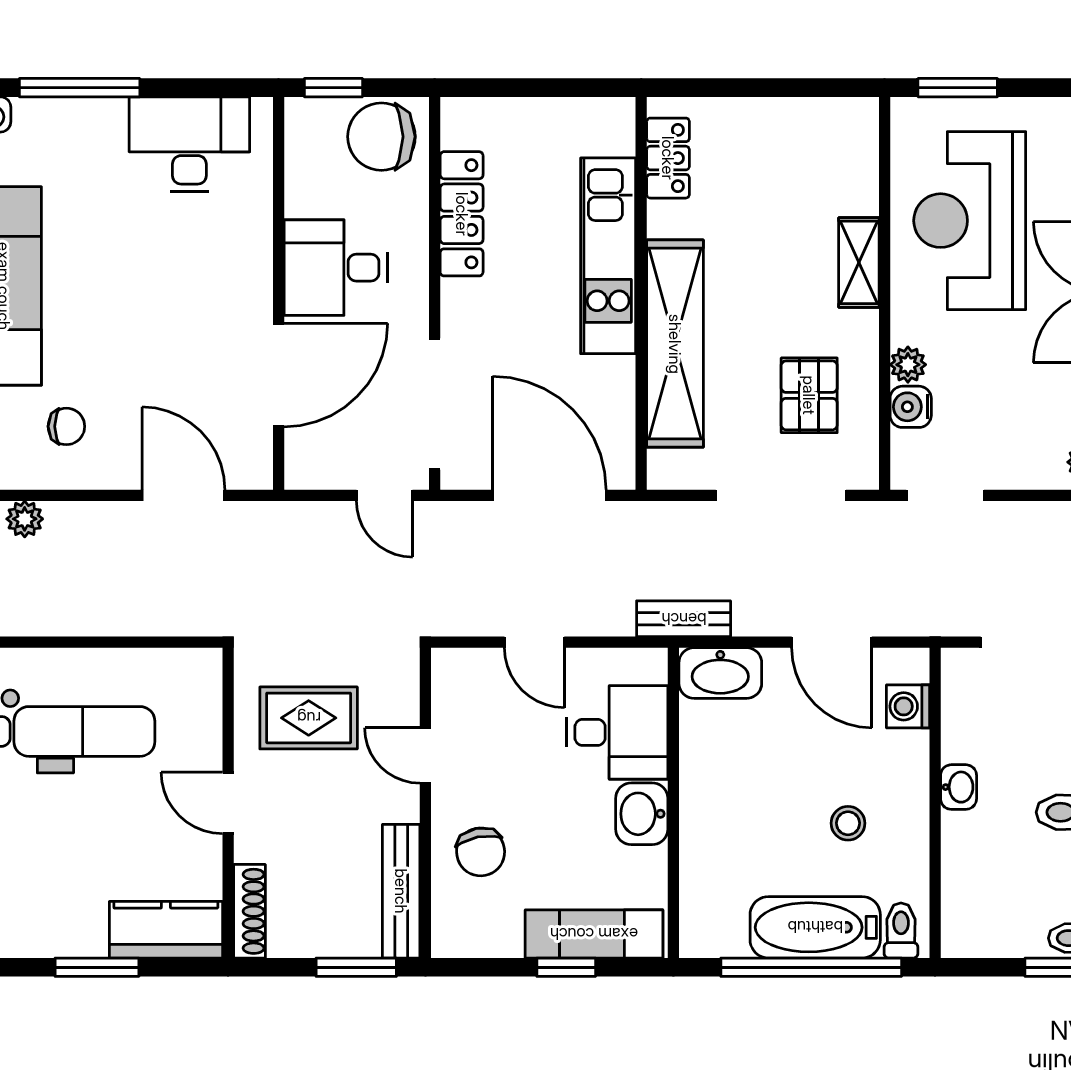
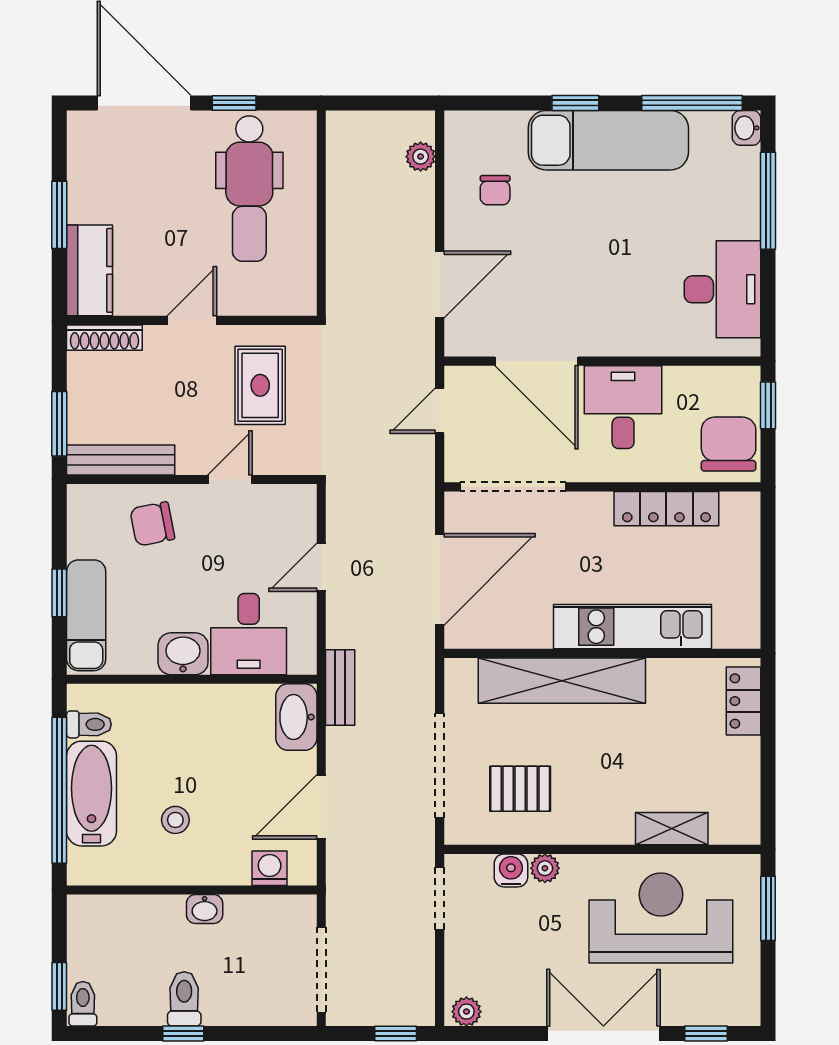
locker: (668, 158) -> (743, 701), moved, turned 90
shelving: (859, 262) -> (672, 829), moved
door: (384, 495) -> (440, 411), moved
toilet: (901, 930) -> (89, 724), moved

